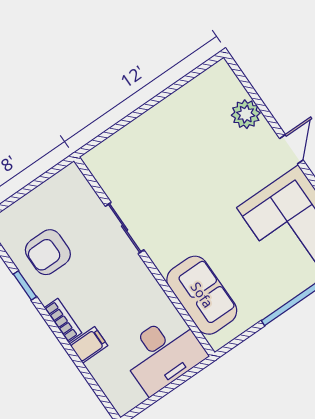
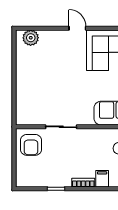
plant: (246, 114) -> (31, 38), moved
armchair: (48, 252) -> (31, 145), moved

